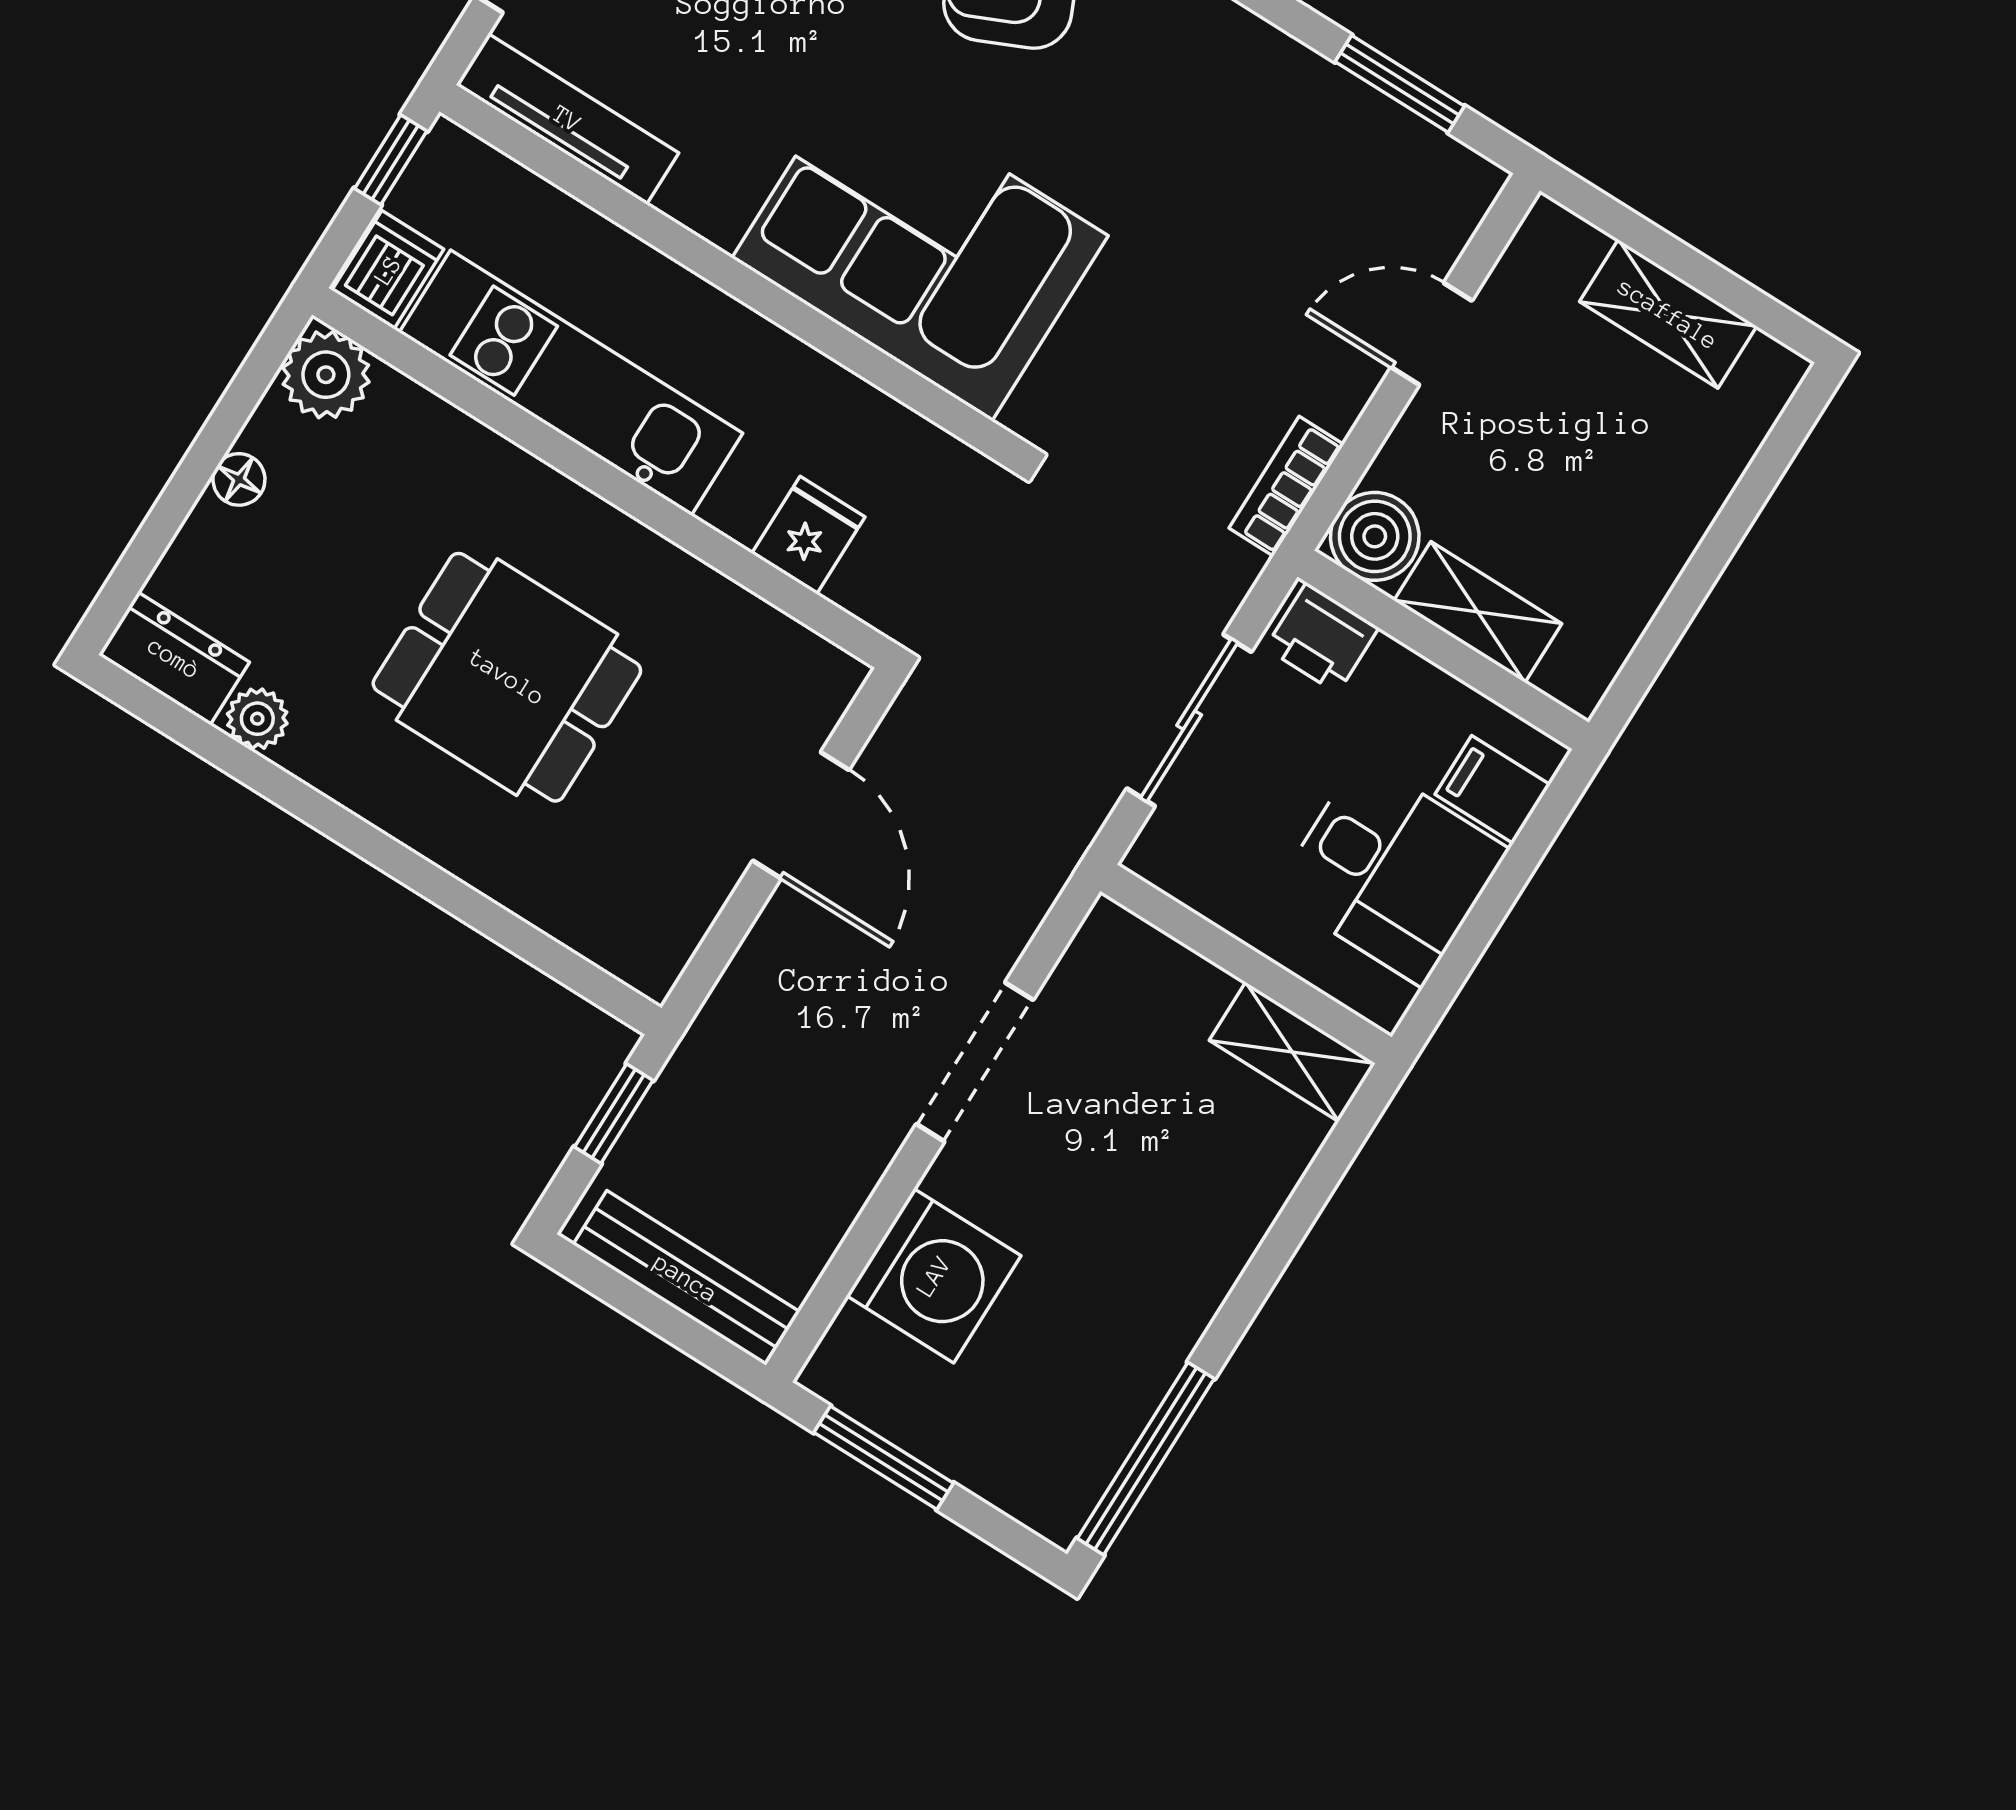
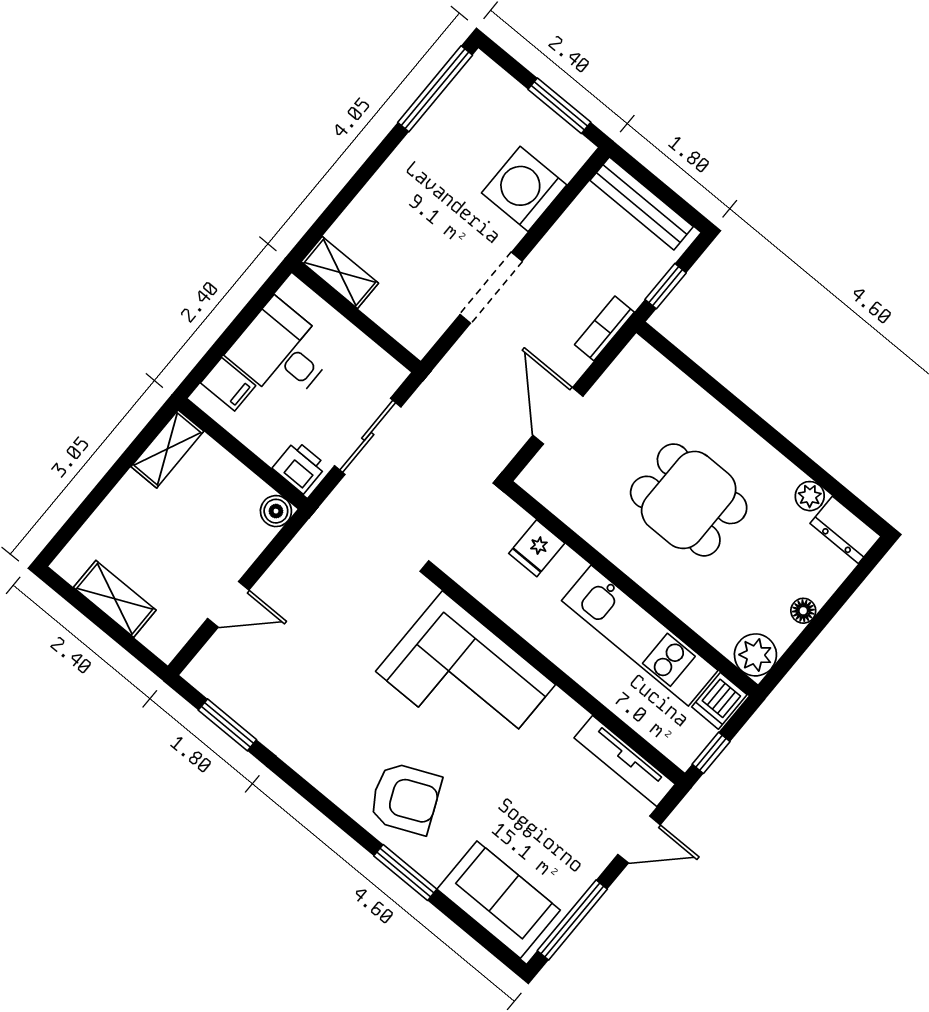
bookcase: (1286, 486) -> (604, 328), moved, turned 180
boiler: (1375, 536) -> (276, 511), width x0.73, depth x0.73
shelving: (1478, 612) -> (167, 449), moved, turned 90

